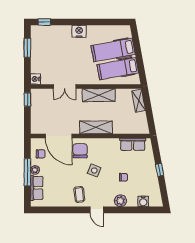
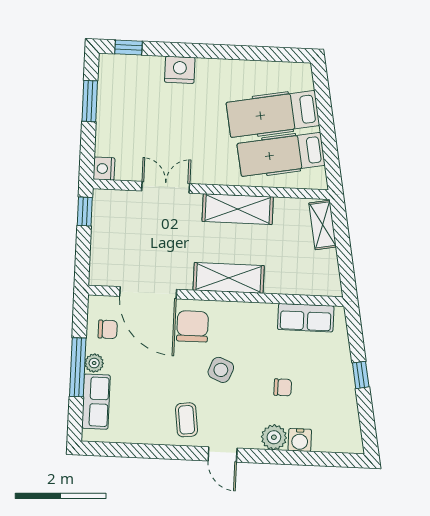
nightstand: (79, 31) -> (180, 70), moved
double door: (65, 86) -> (166, 187), swing flipped
water cooler: (143, 201) -> (300, 440), moved

